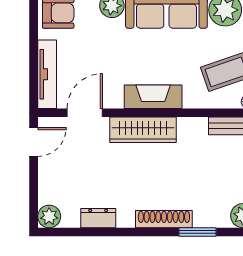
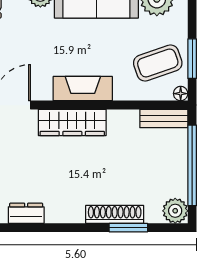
shoe rack: (164, 219) -> (115, 214), moved

